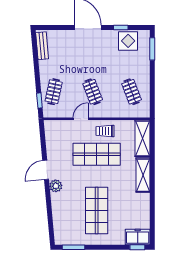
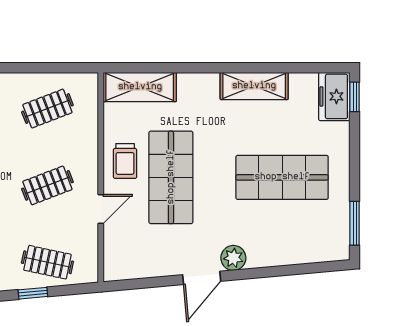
window: (39, 101) -> (33, 293), moved
door: (81, 119) -> (101, 209), swing flipped
door: (46, 170) -> (202, 278), hinge flipped
shelving: (143, 175) -> (254, 86), moved

